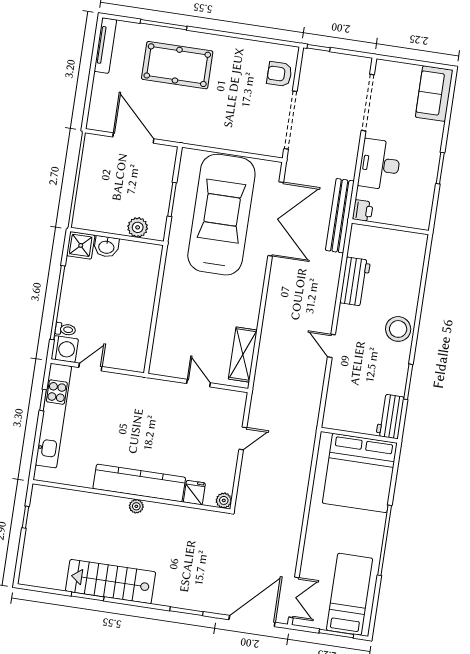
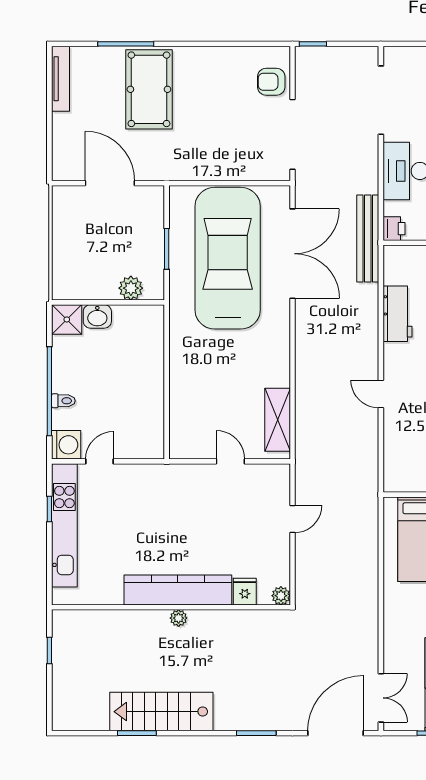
pool table: (177, 65) -> (149, 89), turned 90
toilet: (65, 329) -> (63, 401), moved

